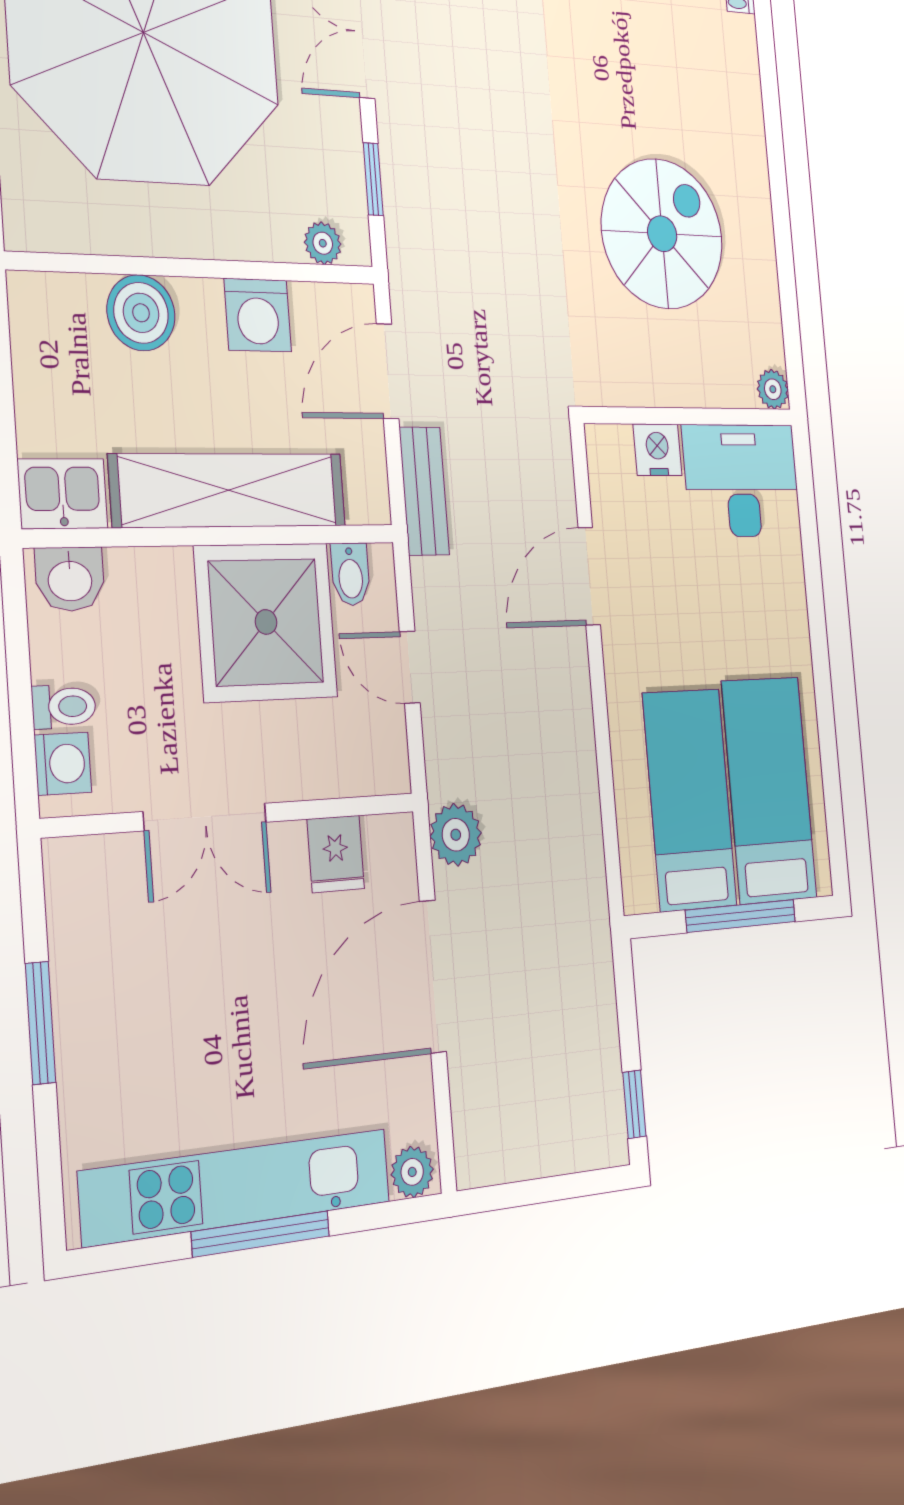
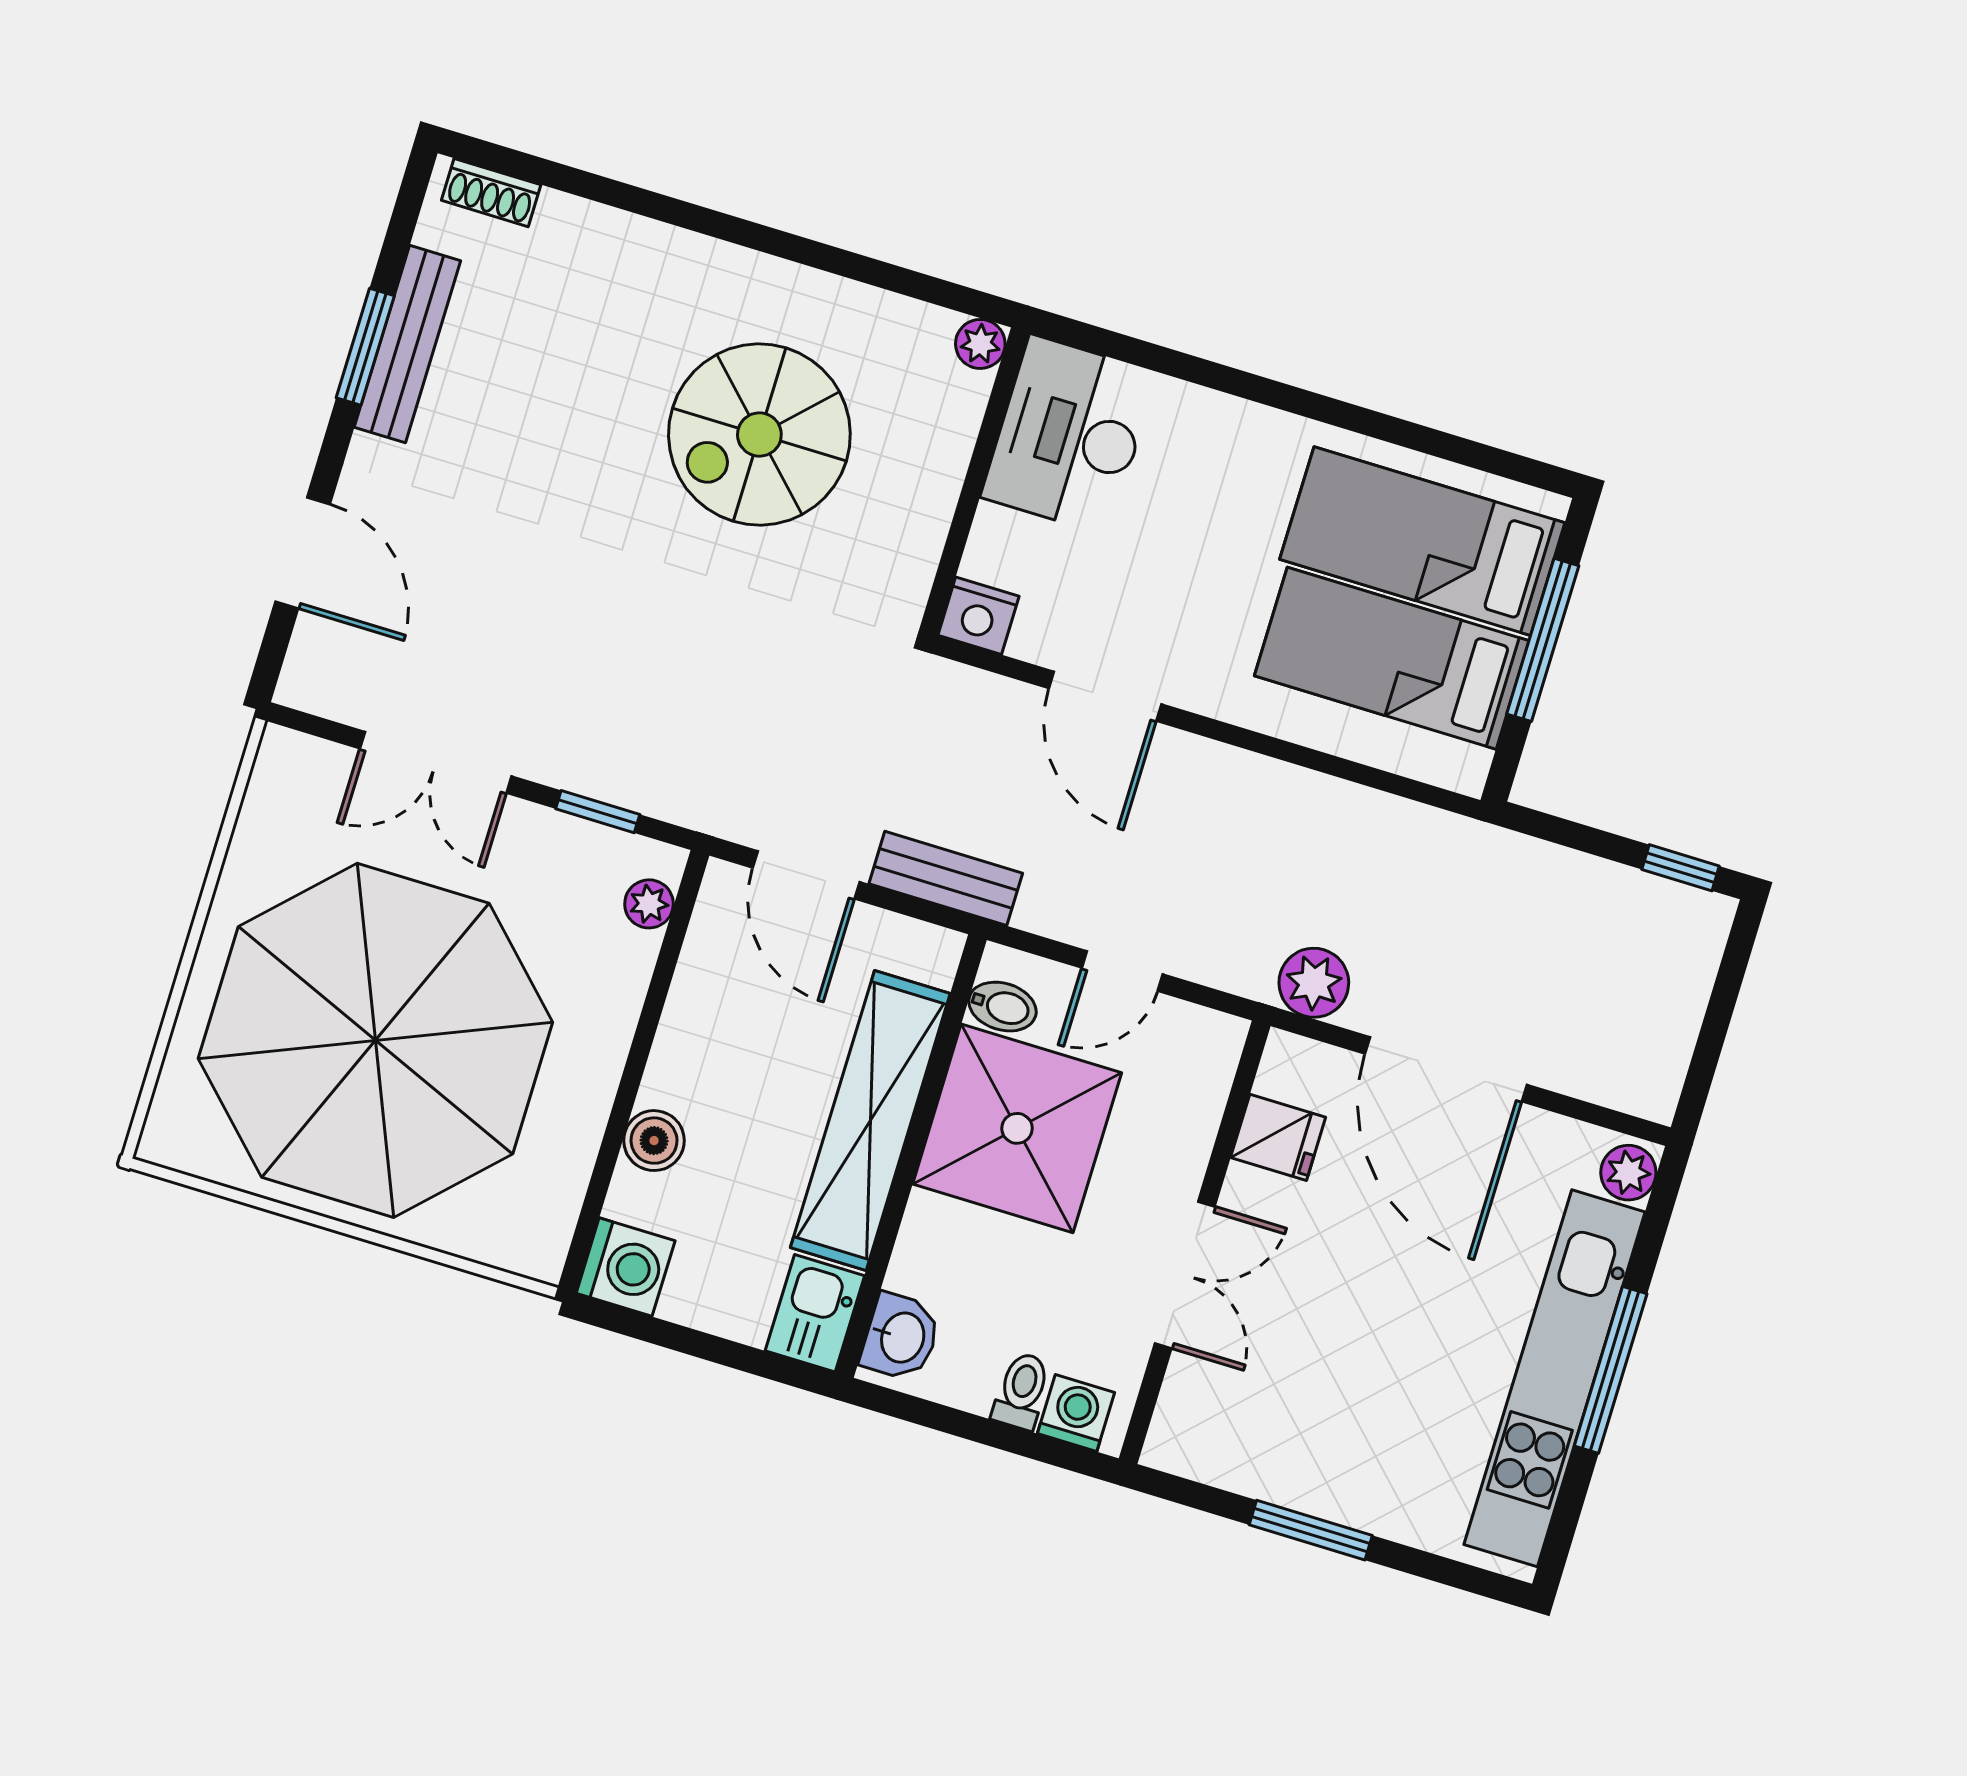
spiral stairs: (662, 234) -> (759, 435), turned -90
boiler: (141, 313) -> (654, 1141), width x0.73, depth x0.73
washing machine: (258, 315) -> (626, 1267), moved
nightstand: (657, 450) -> (979, 616), moved, turned -90

